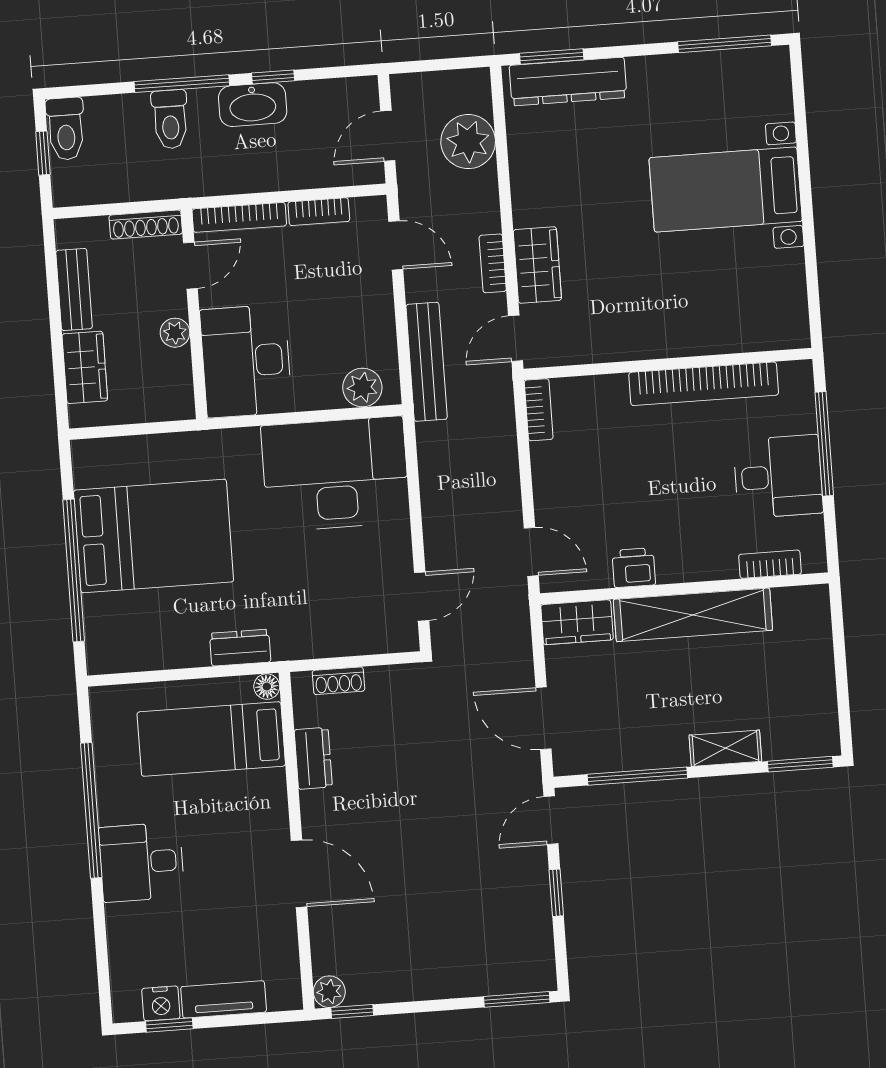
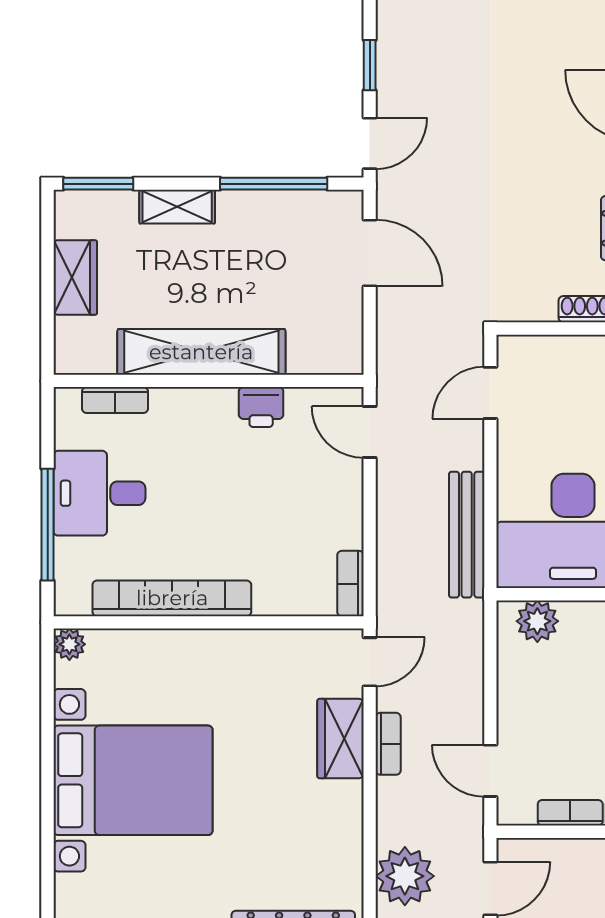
bed with nightstands: (726, 190) -> (133, 780), width x1.36
plant: (796, 334) -> (69, 644), added
bench: (427, 362) -> (467, 535), moved
wardrobe: (577, 622) -> (75, 277), moved, turned 90

